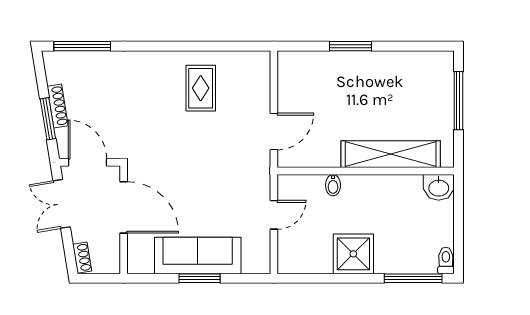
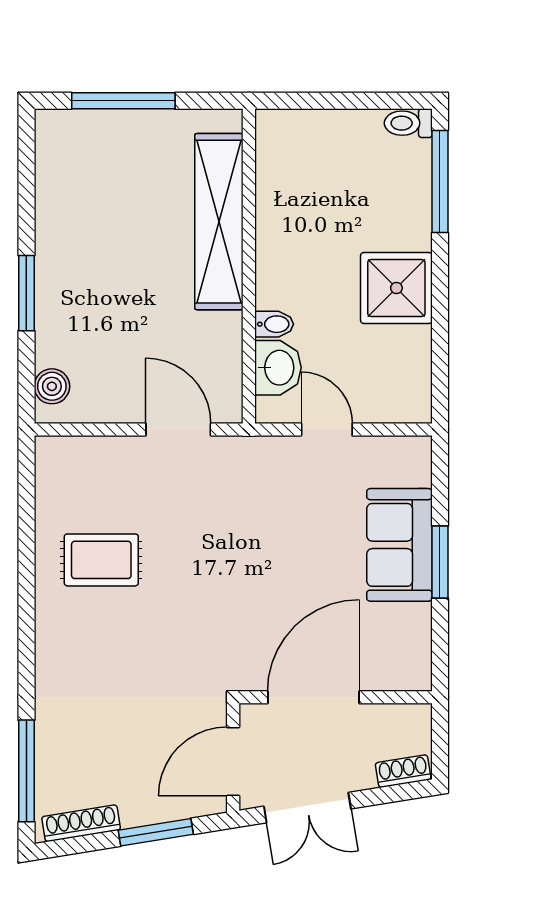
boiler: (298, 60) -> (52, 386), added
shoe rack: (58, 106) -> (81, 823), moved
washbasin: (439, 187) -> (278, 368), moved
sofa: (198, 256) -> (399, 545), width x0.73

